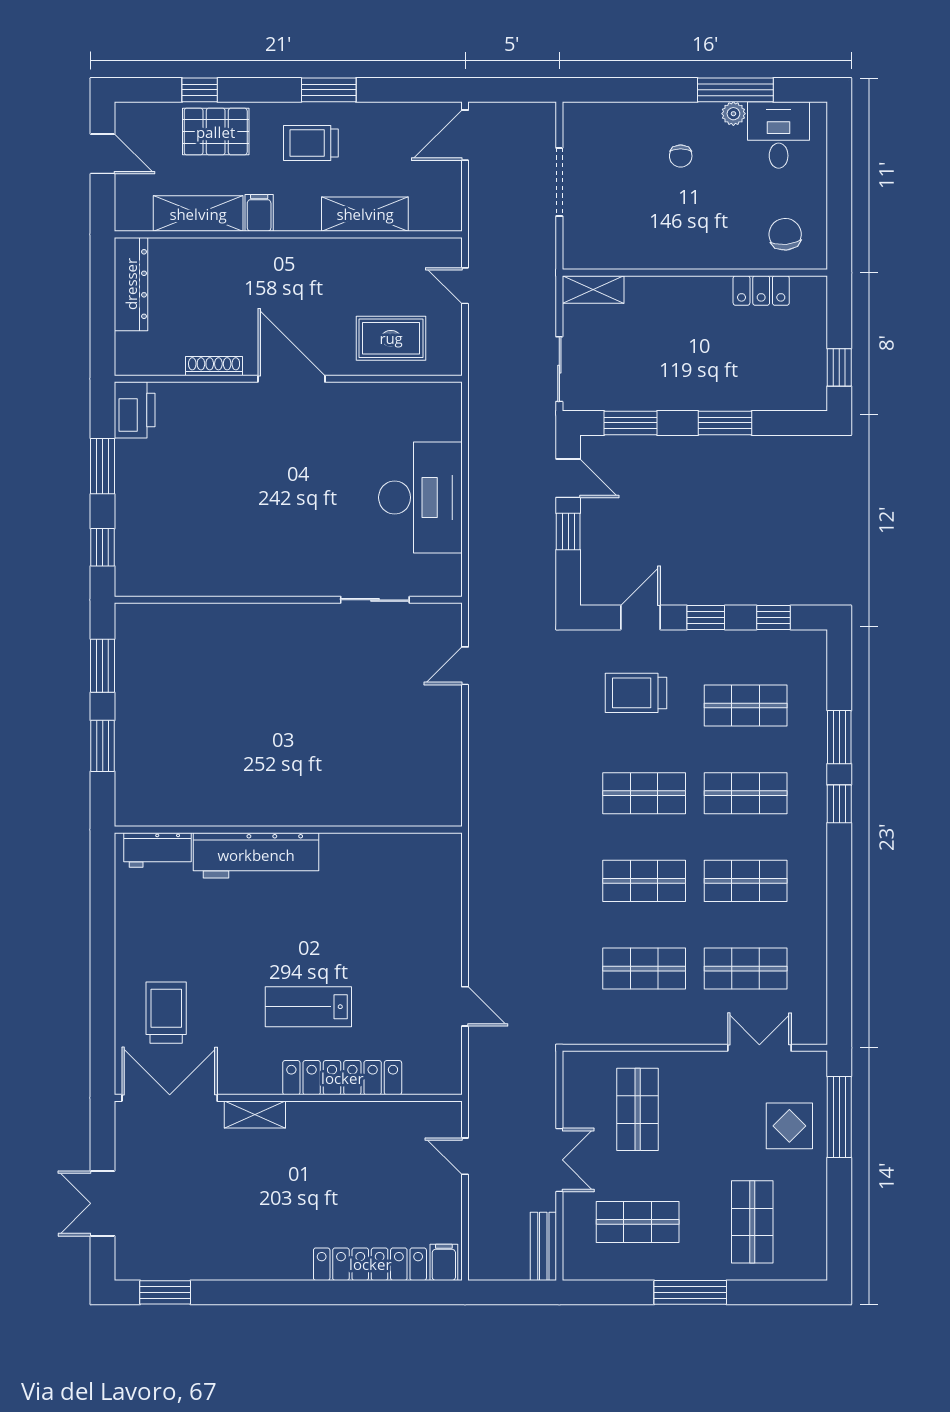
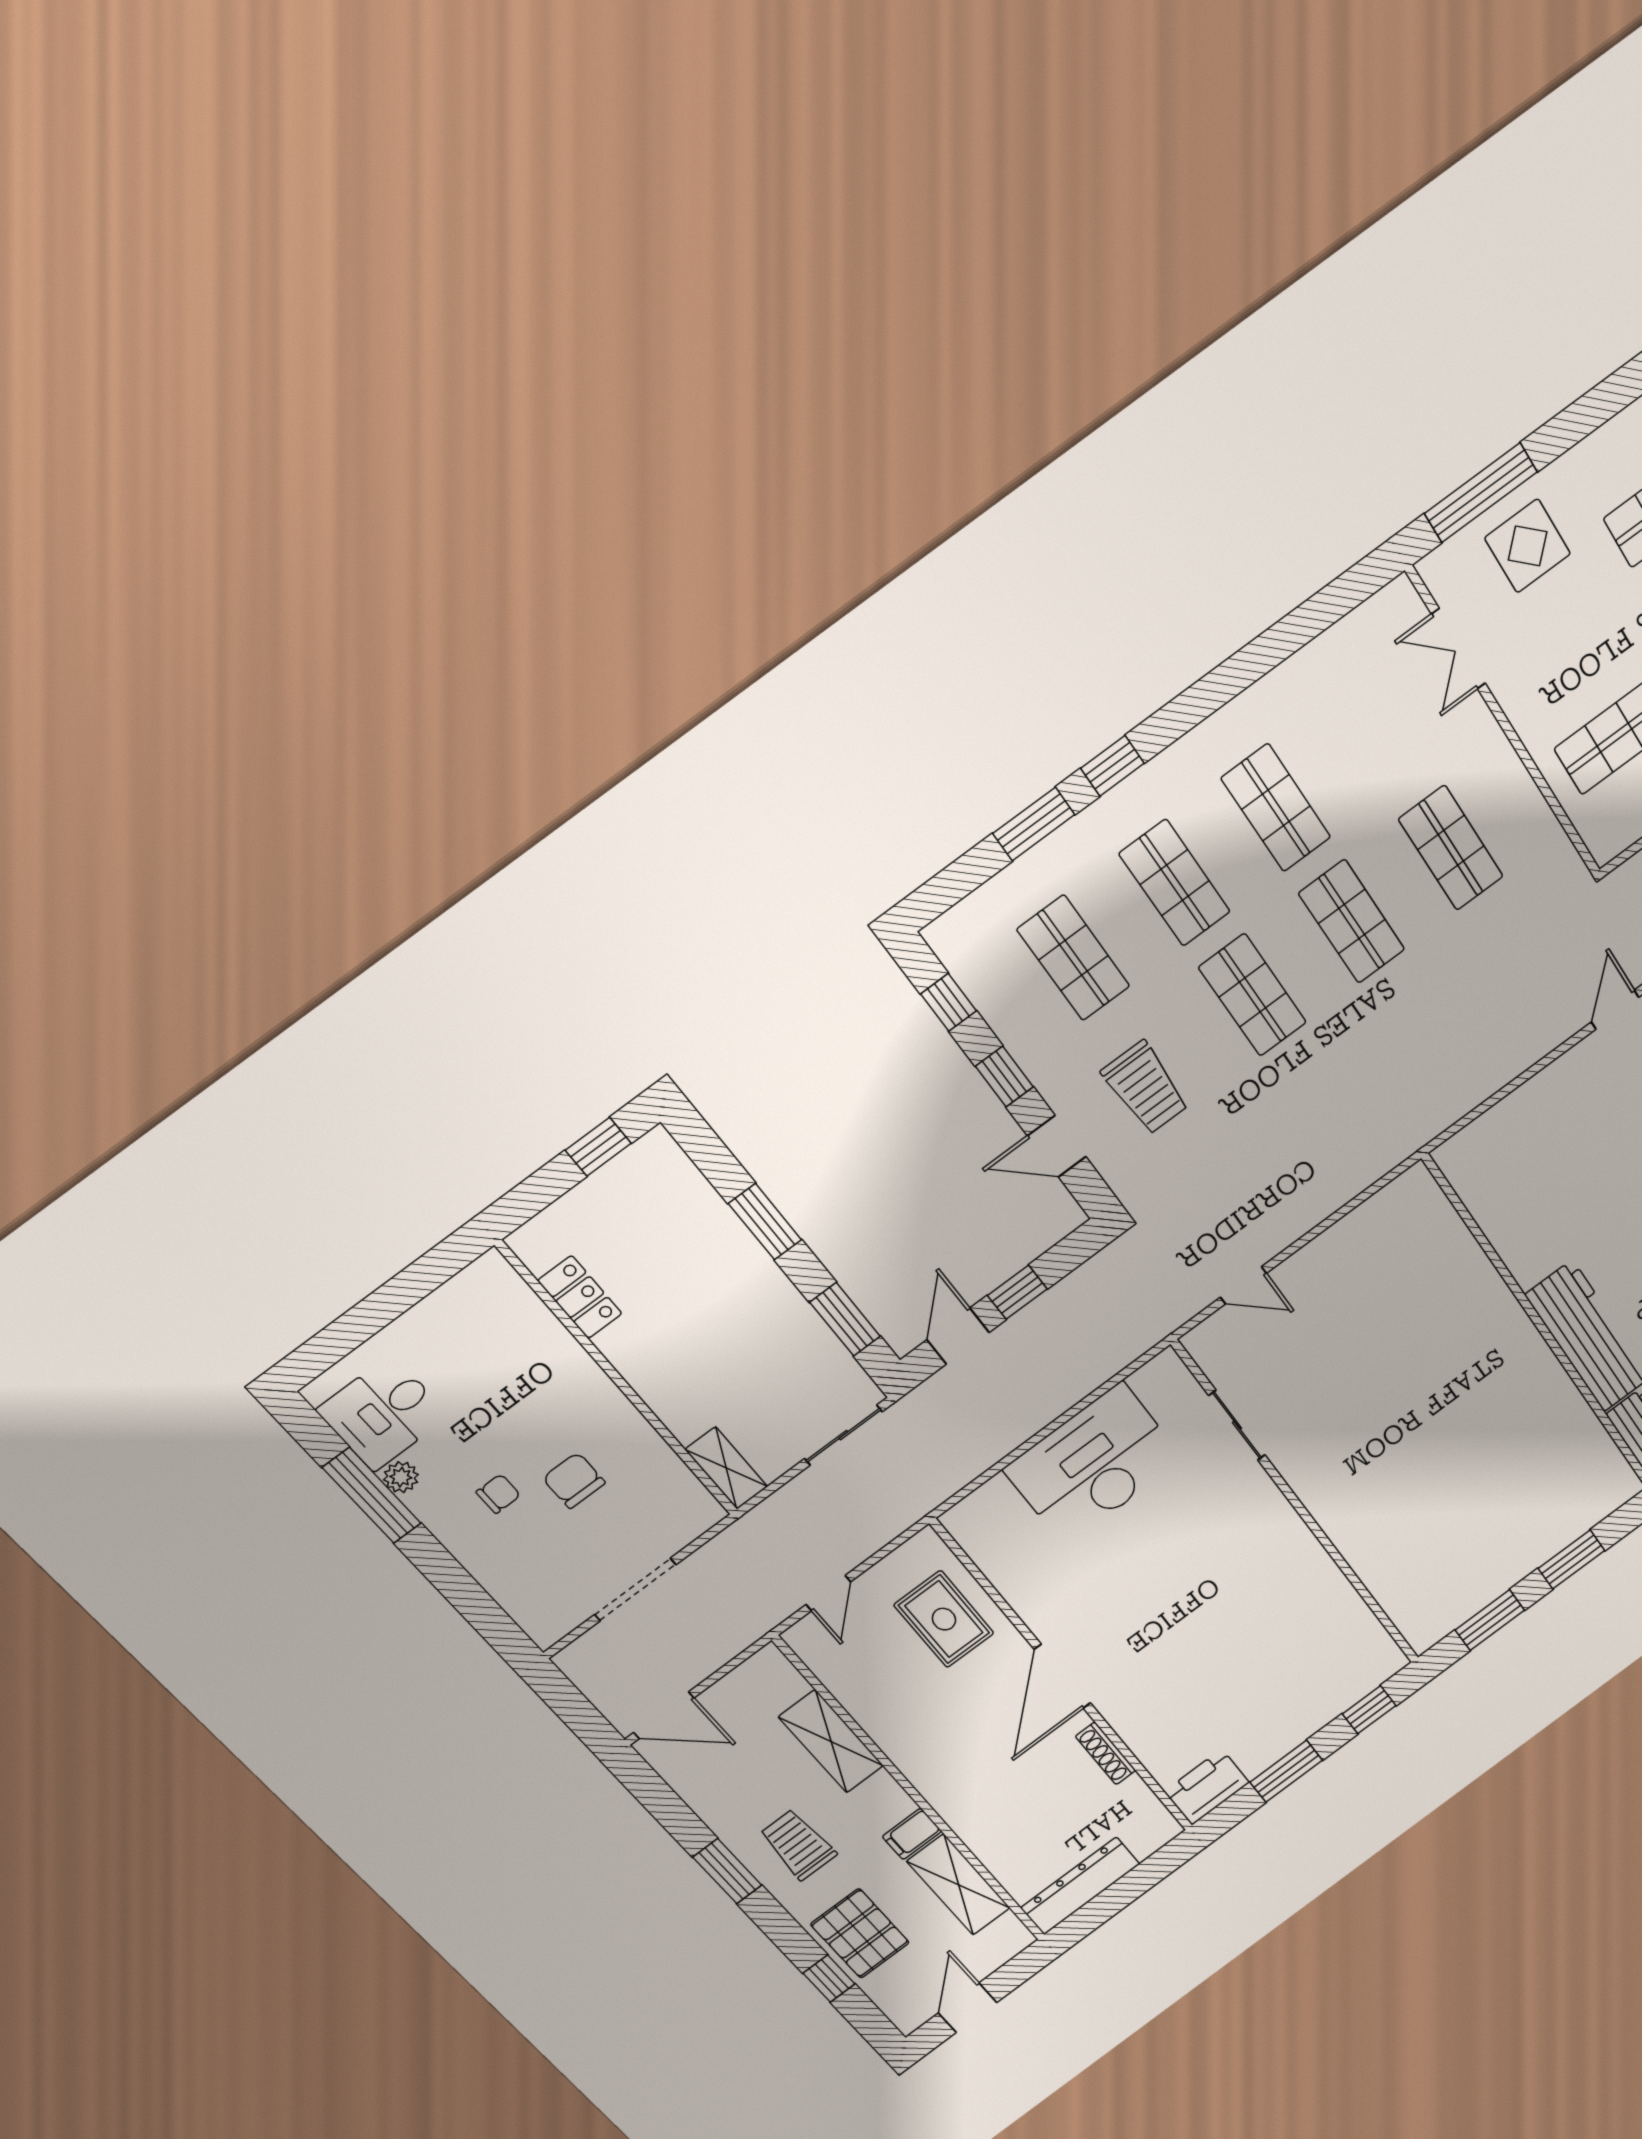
trolley: (311, 143) -> (798, 1845), turned 180
chair: (785, 234) -> (574, 1480), moved, turned 95
shop shelf: (746, 969) -> (1377, 733), removed

